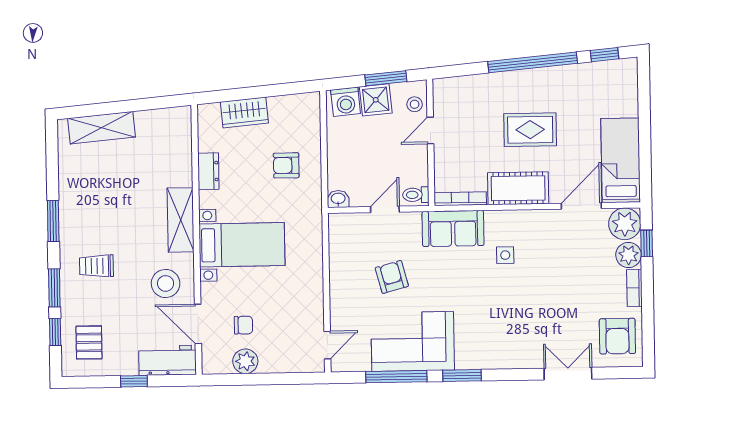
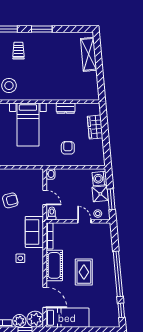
shelving: (181, 220) -> (41, 94), removed

